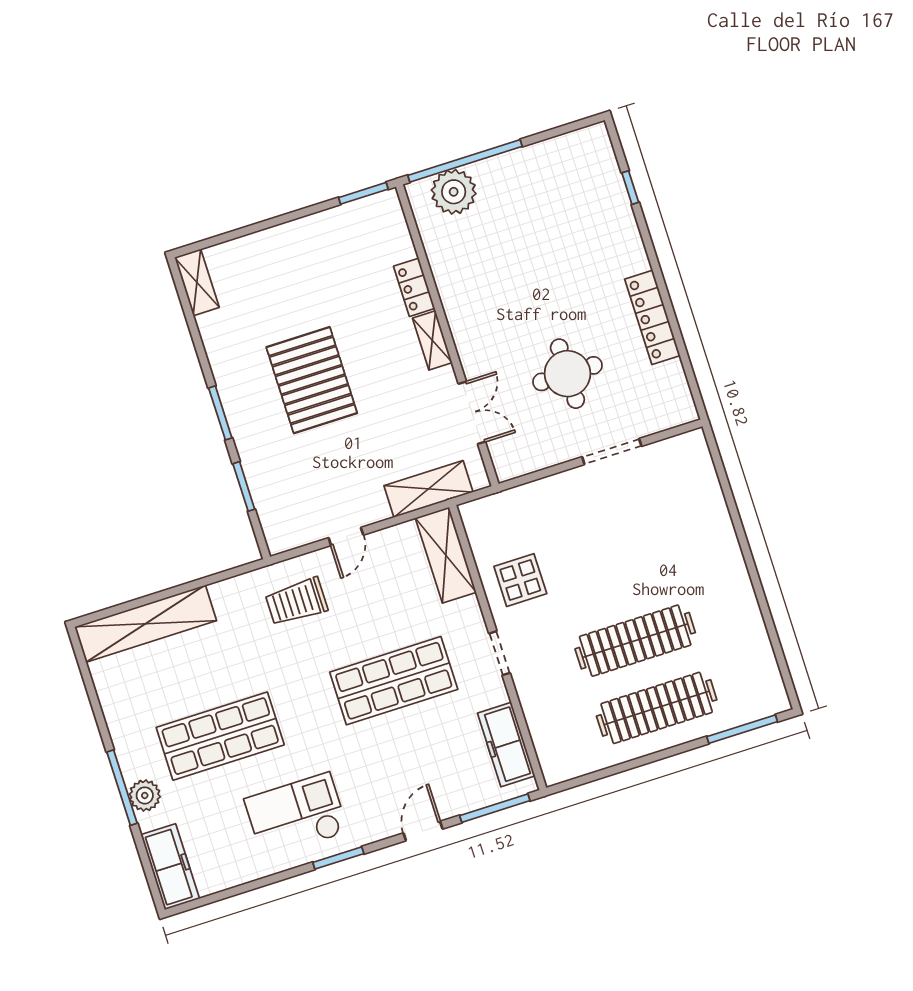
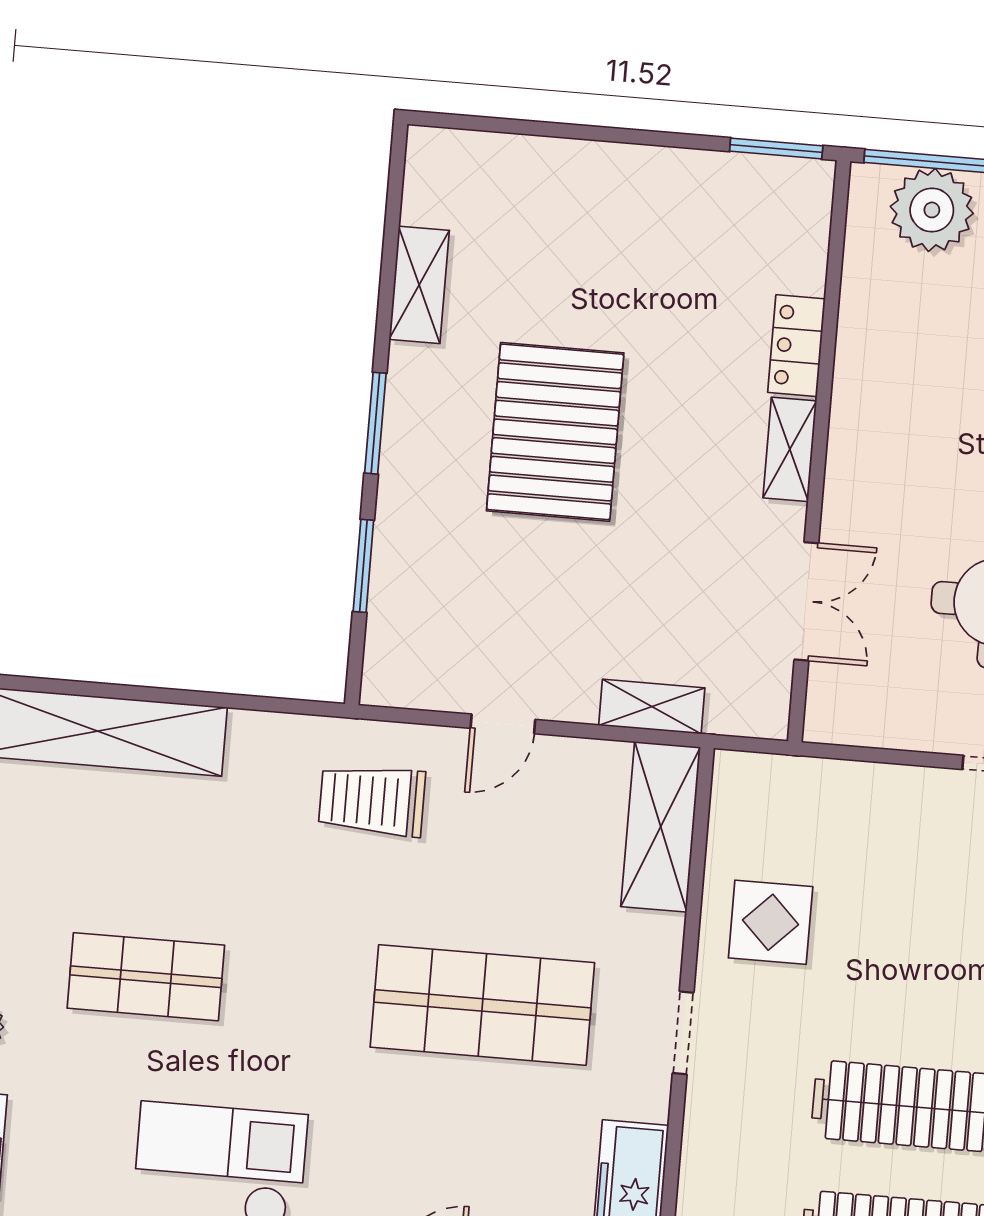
shelving: (197, 282) -> (419, 285), moved
shelving: (428, 489) -> (652, 707), width x0.67, depth x0.75
shop shelf: (220, 736) -> (146, 977), width x0.70, depth x0.74

